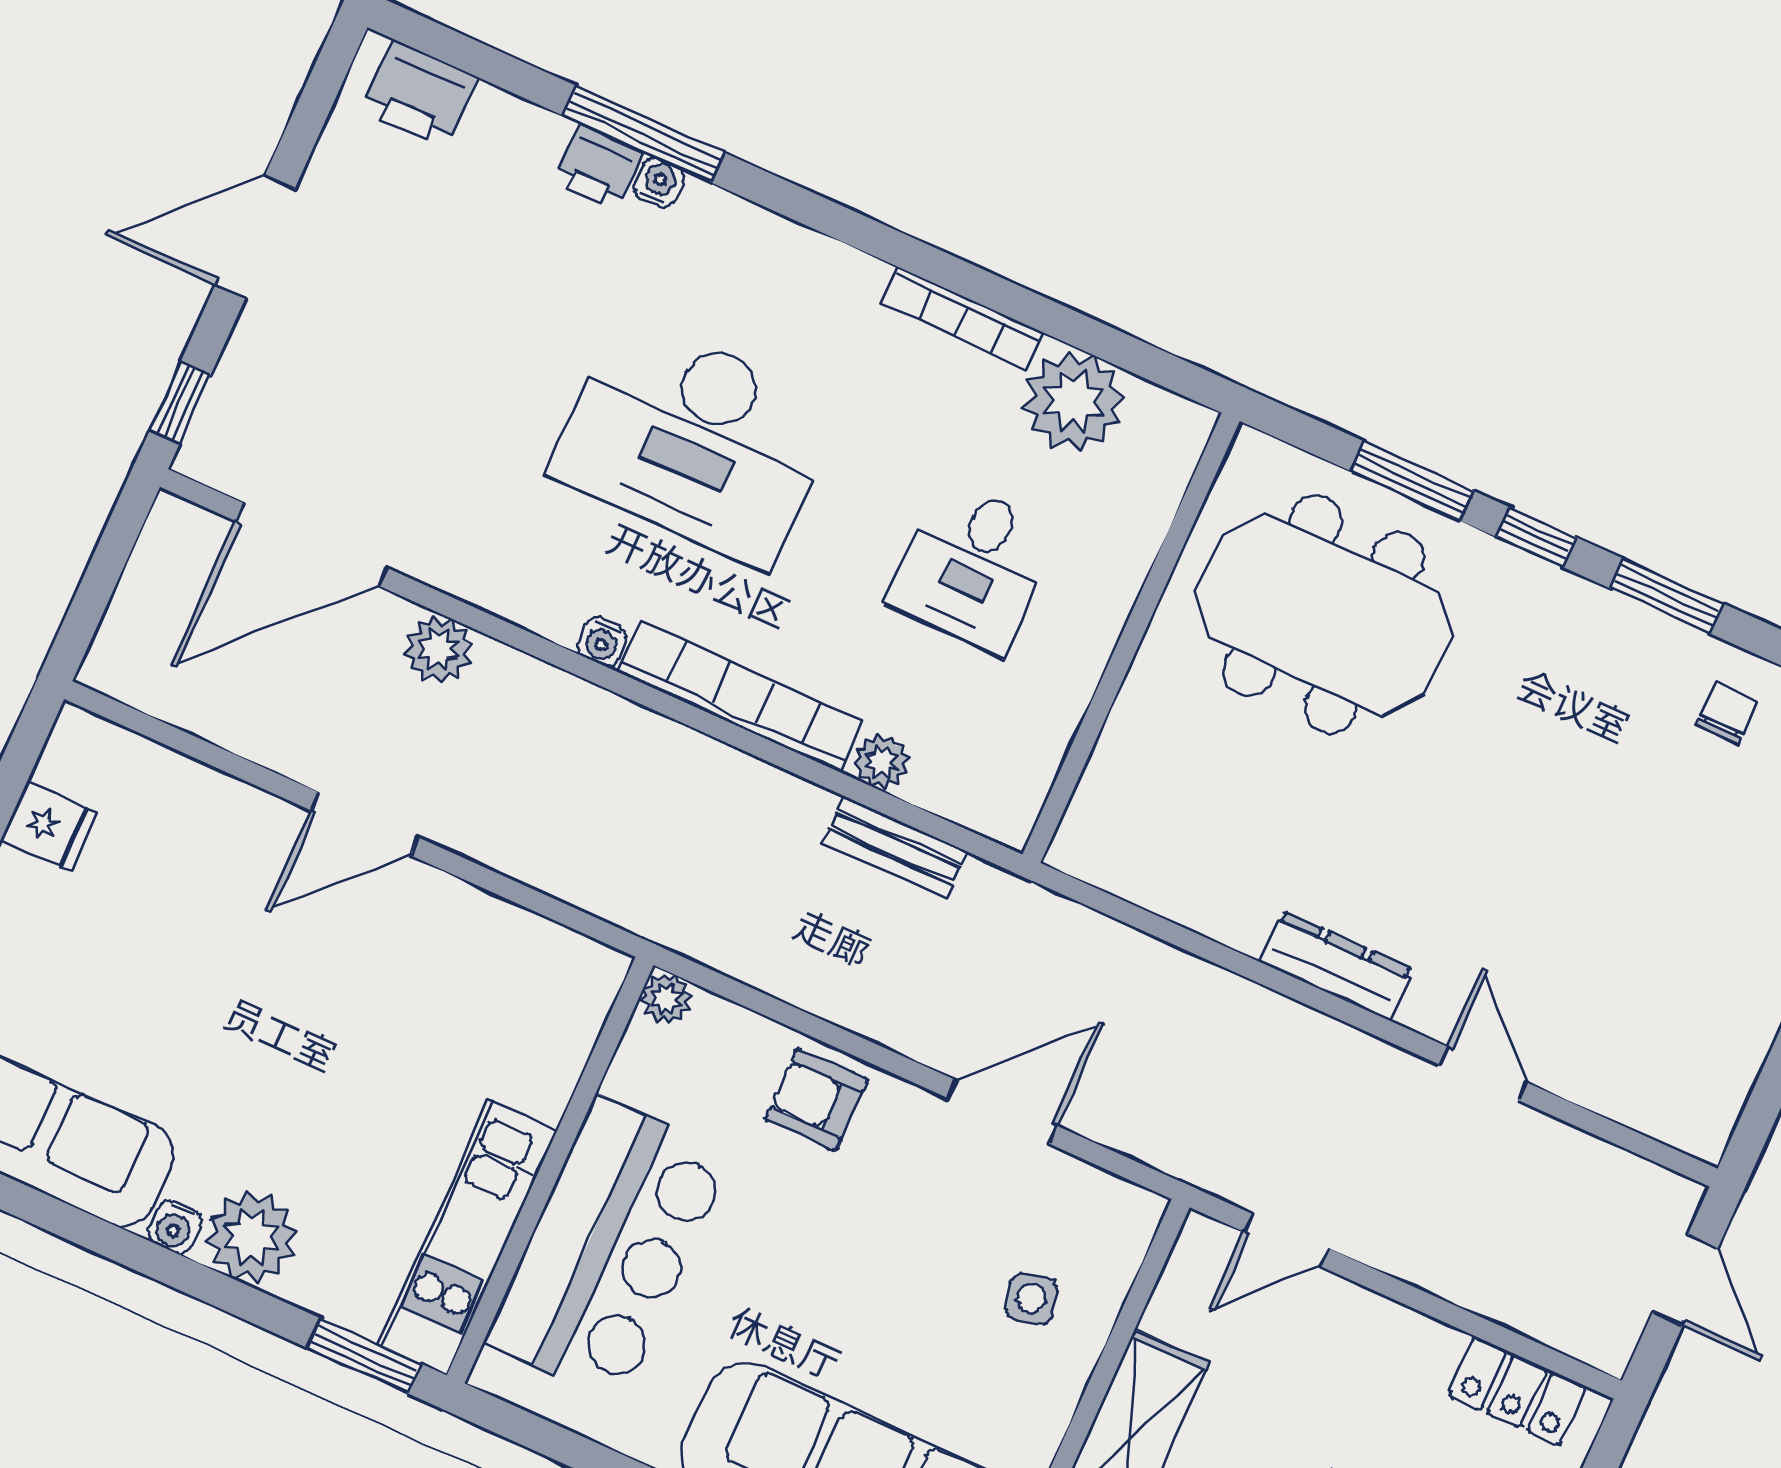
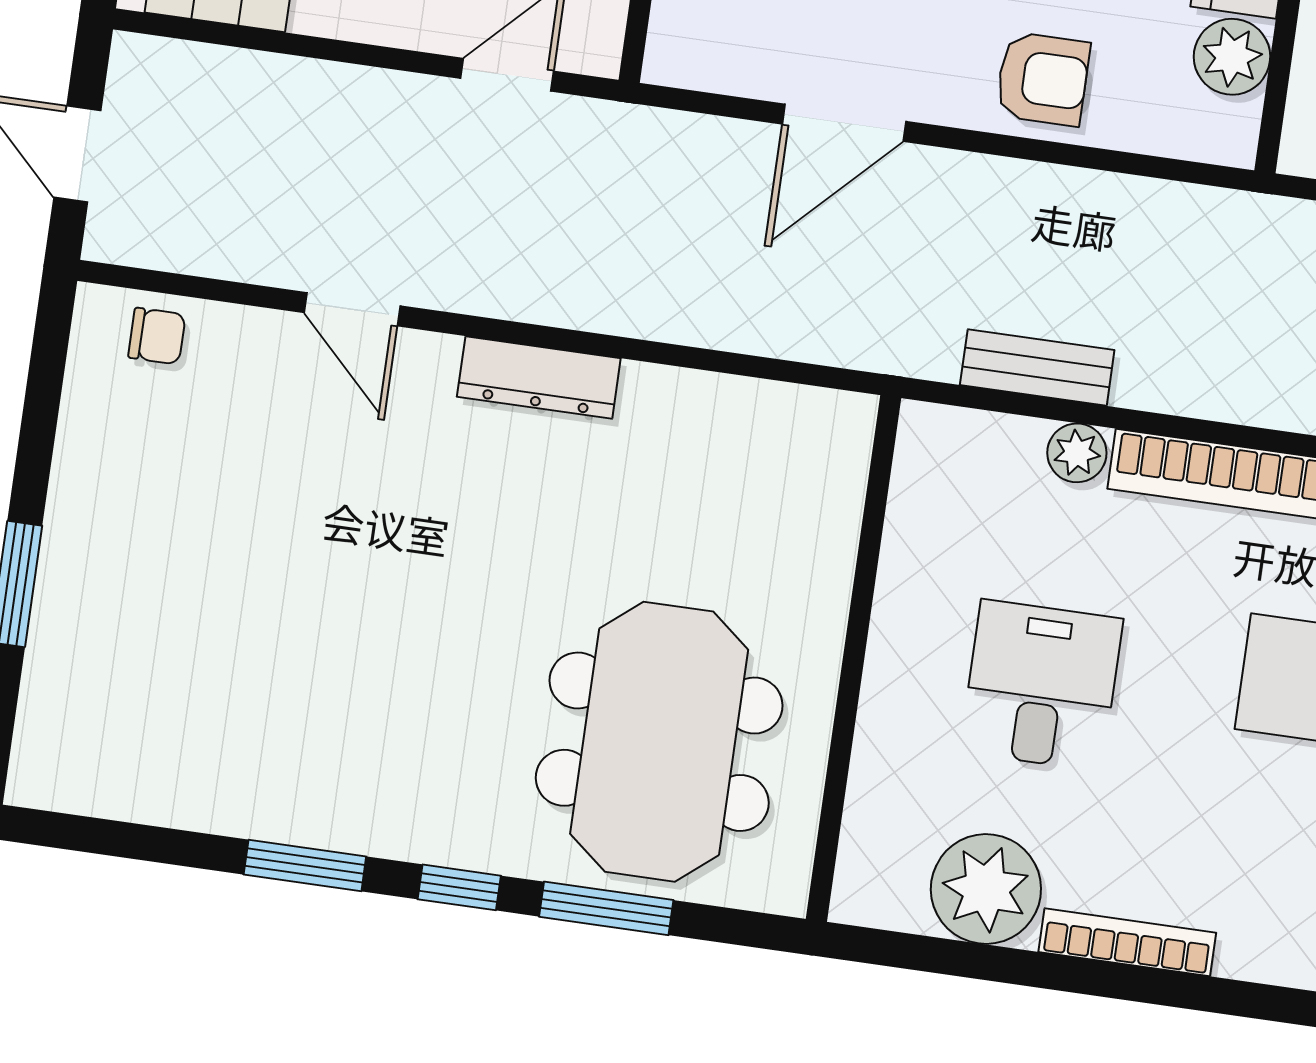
meeting table: (1323, 614) -> (659, 742), turned 90
chair: (1727, 713) -> (157, 336), moved, turned -90
plant: (666, 999) -> (1232, 57), moved, width x1.38, depth x1.38

